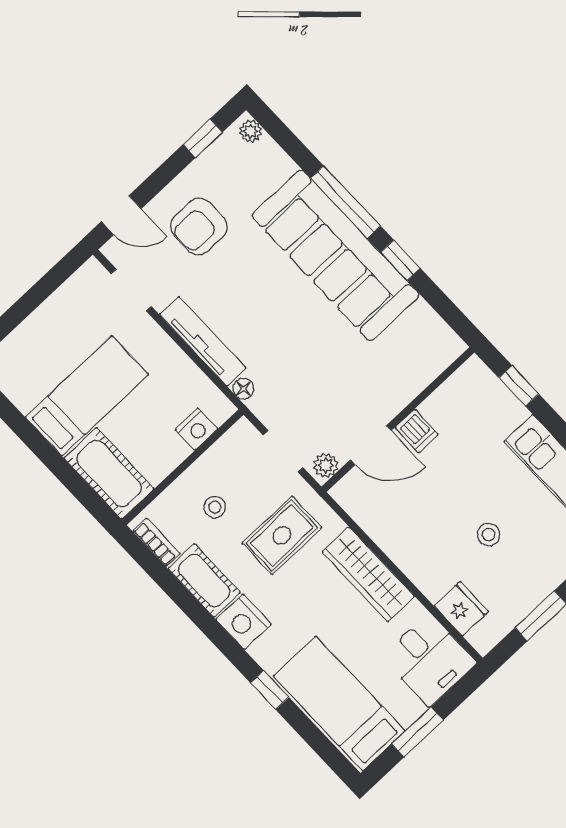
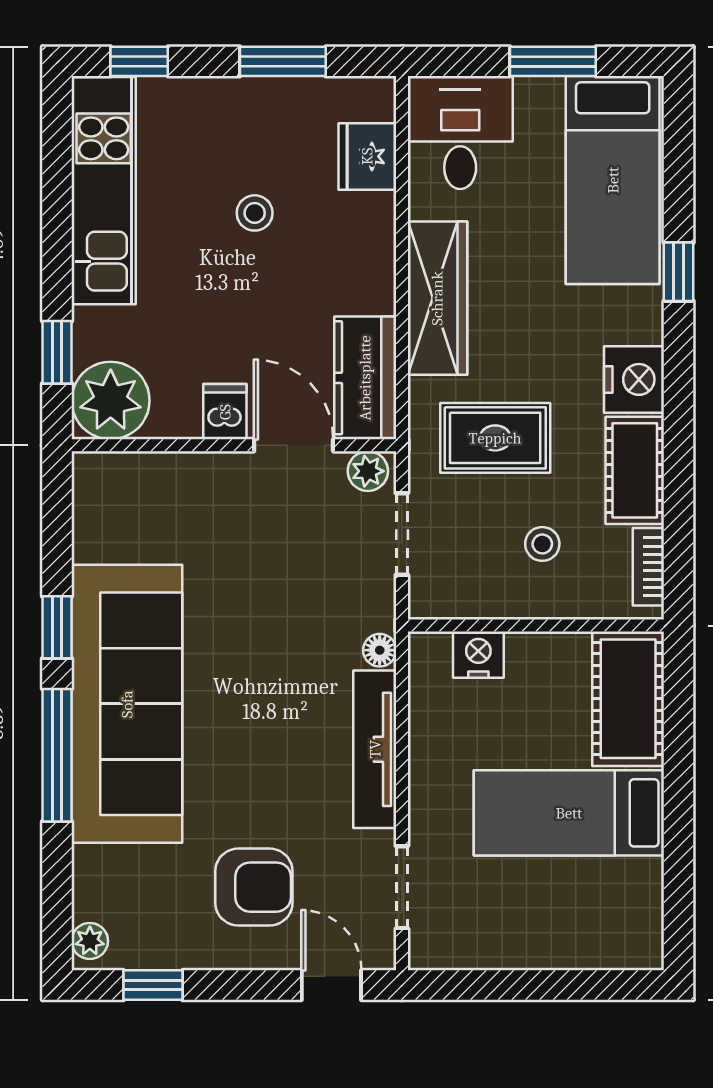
plant: (474, 387) -> (111, 400), added
kitchen counter: (367, 507) -> (365, 378), added

